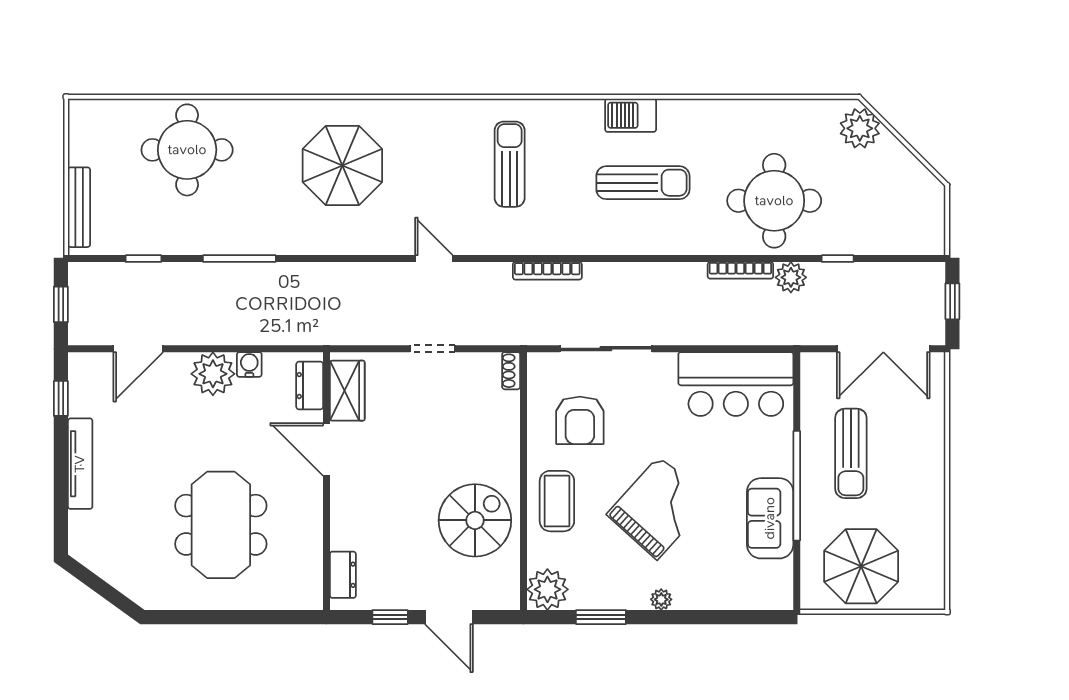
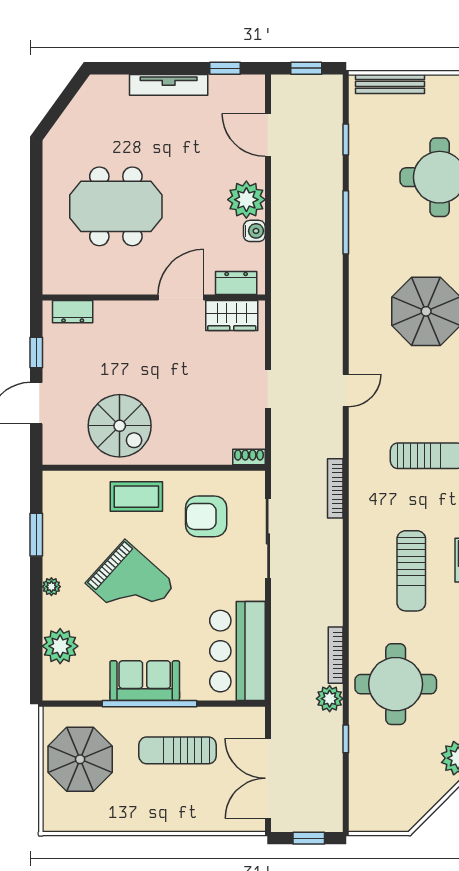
sofa: (770, 518) -> (145, 681), moved
plant: (547, 589) -> (60, 646), moved

